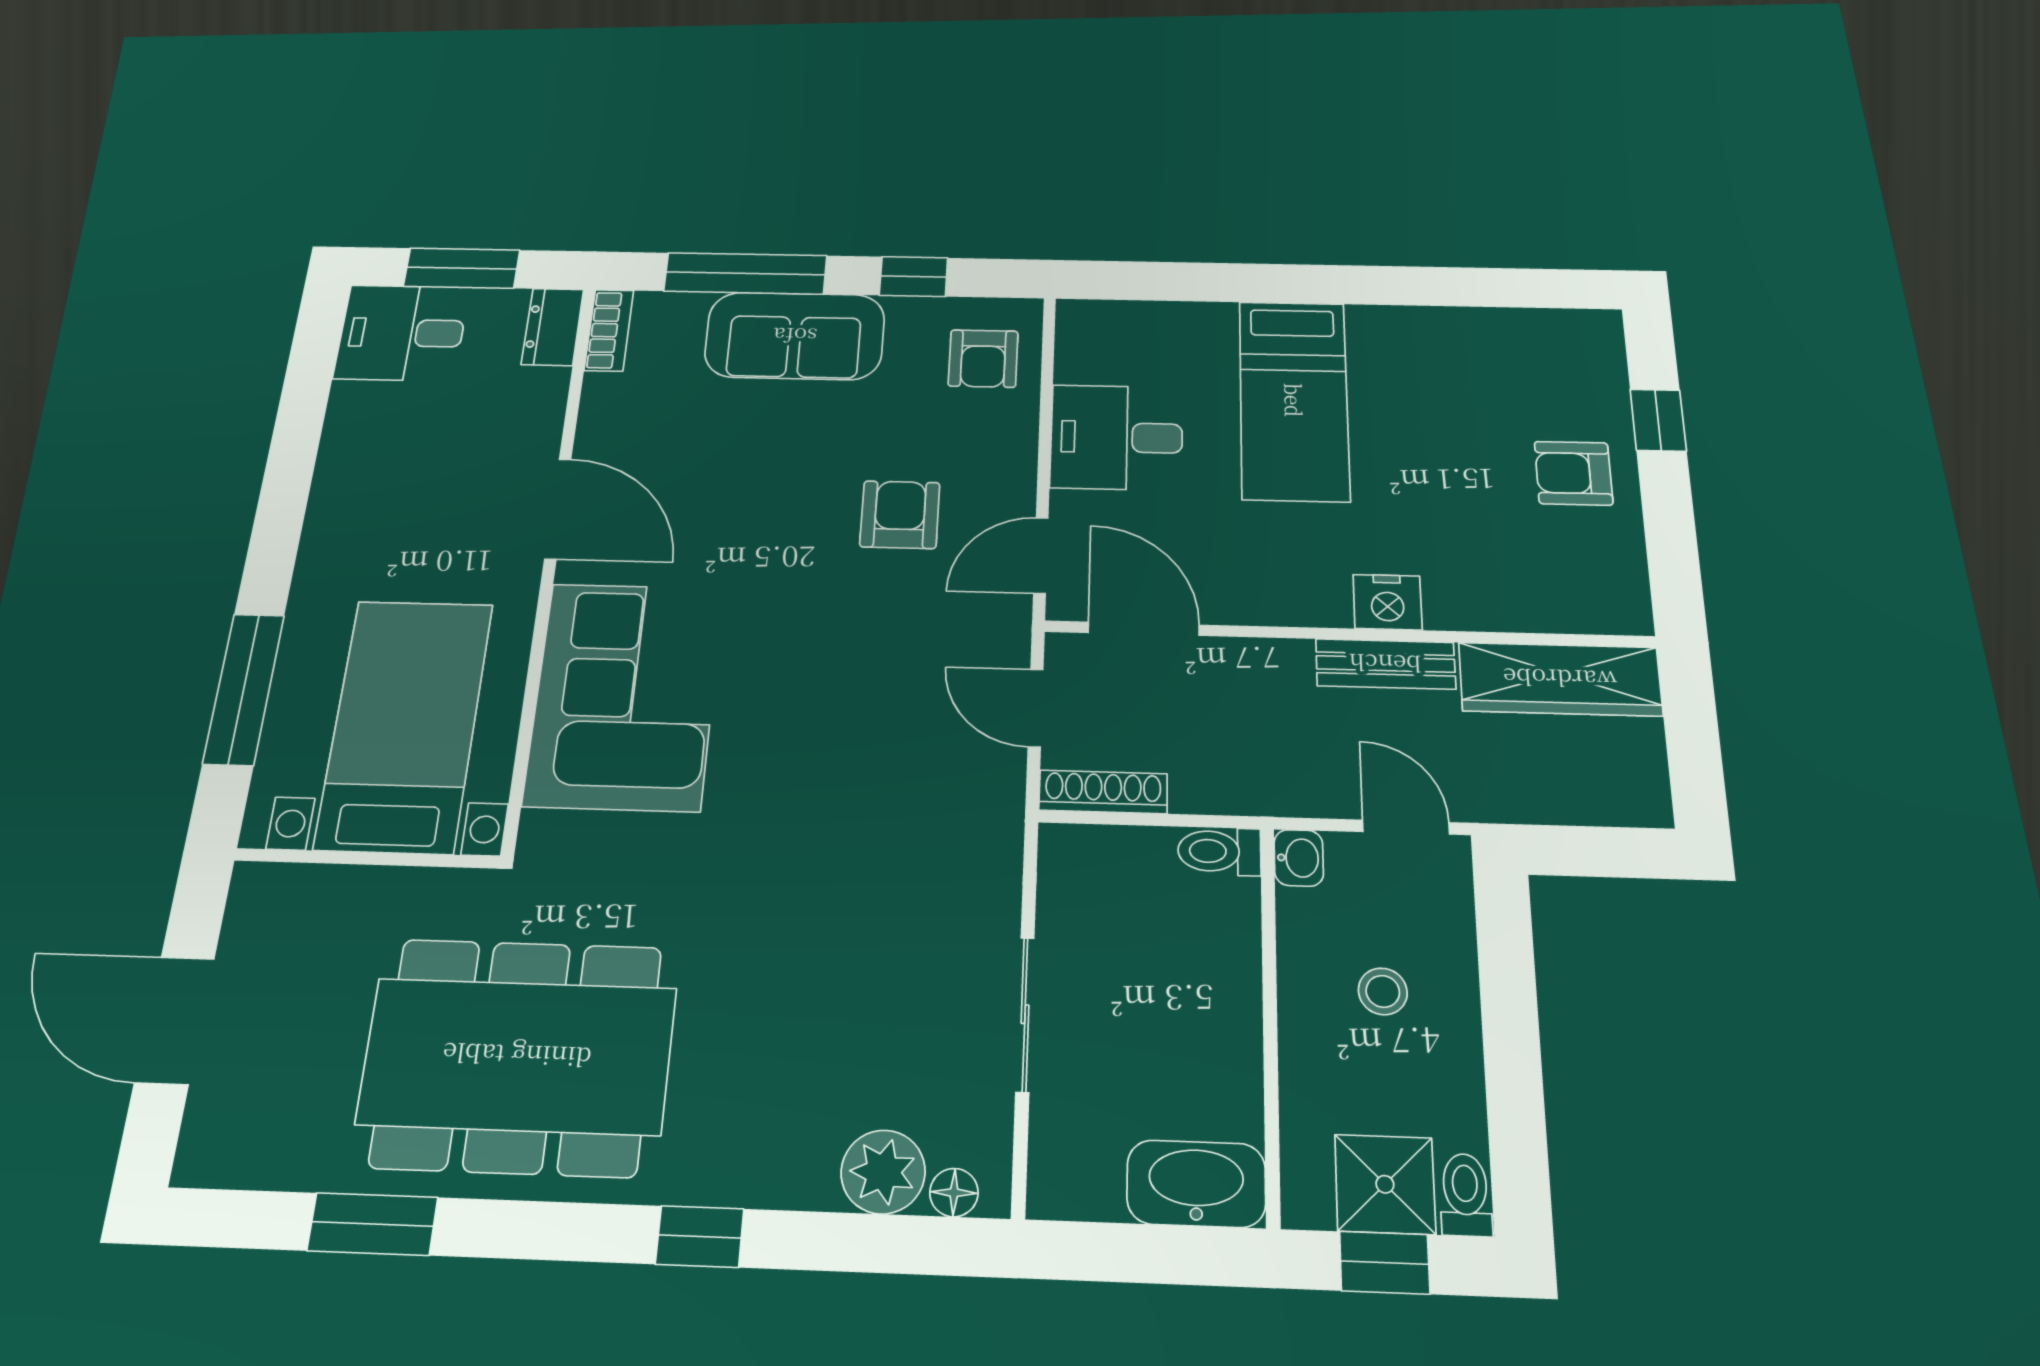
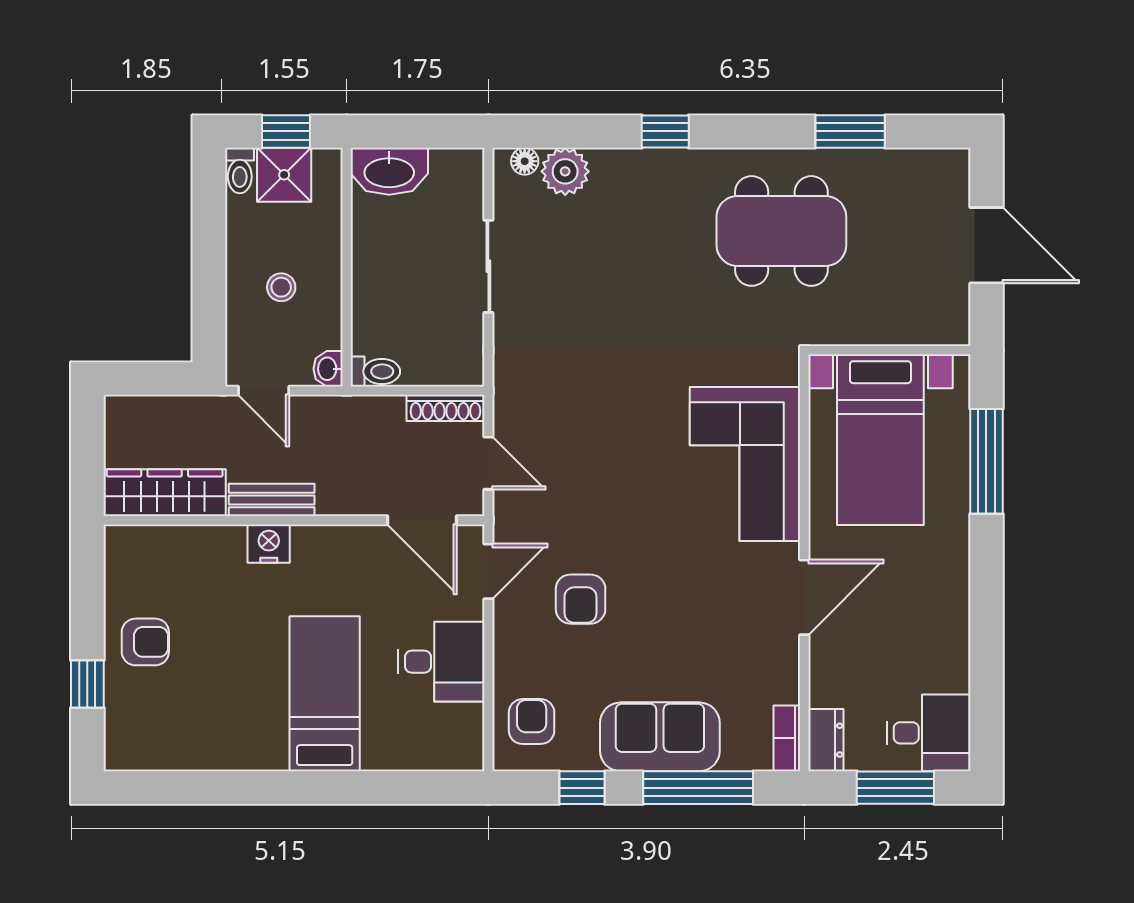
door: (558, 509) -> (804, 597), swing flipped
dining table: (517, 1056) -> (781, 231), width x0.73, depth x0.80

